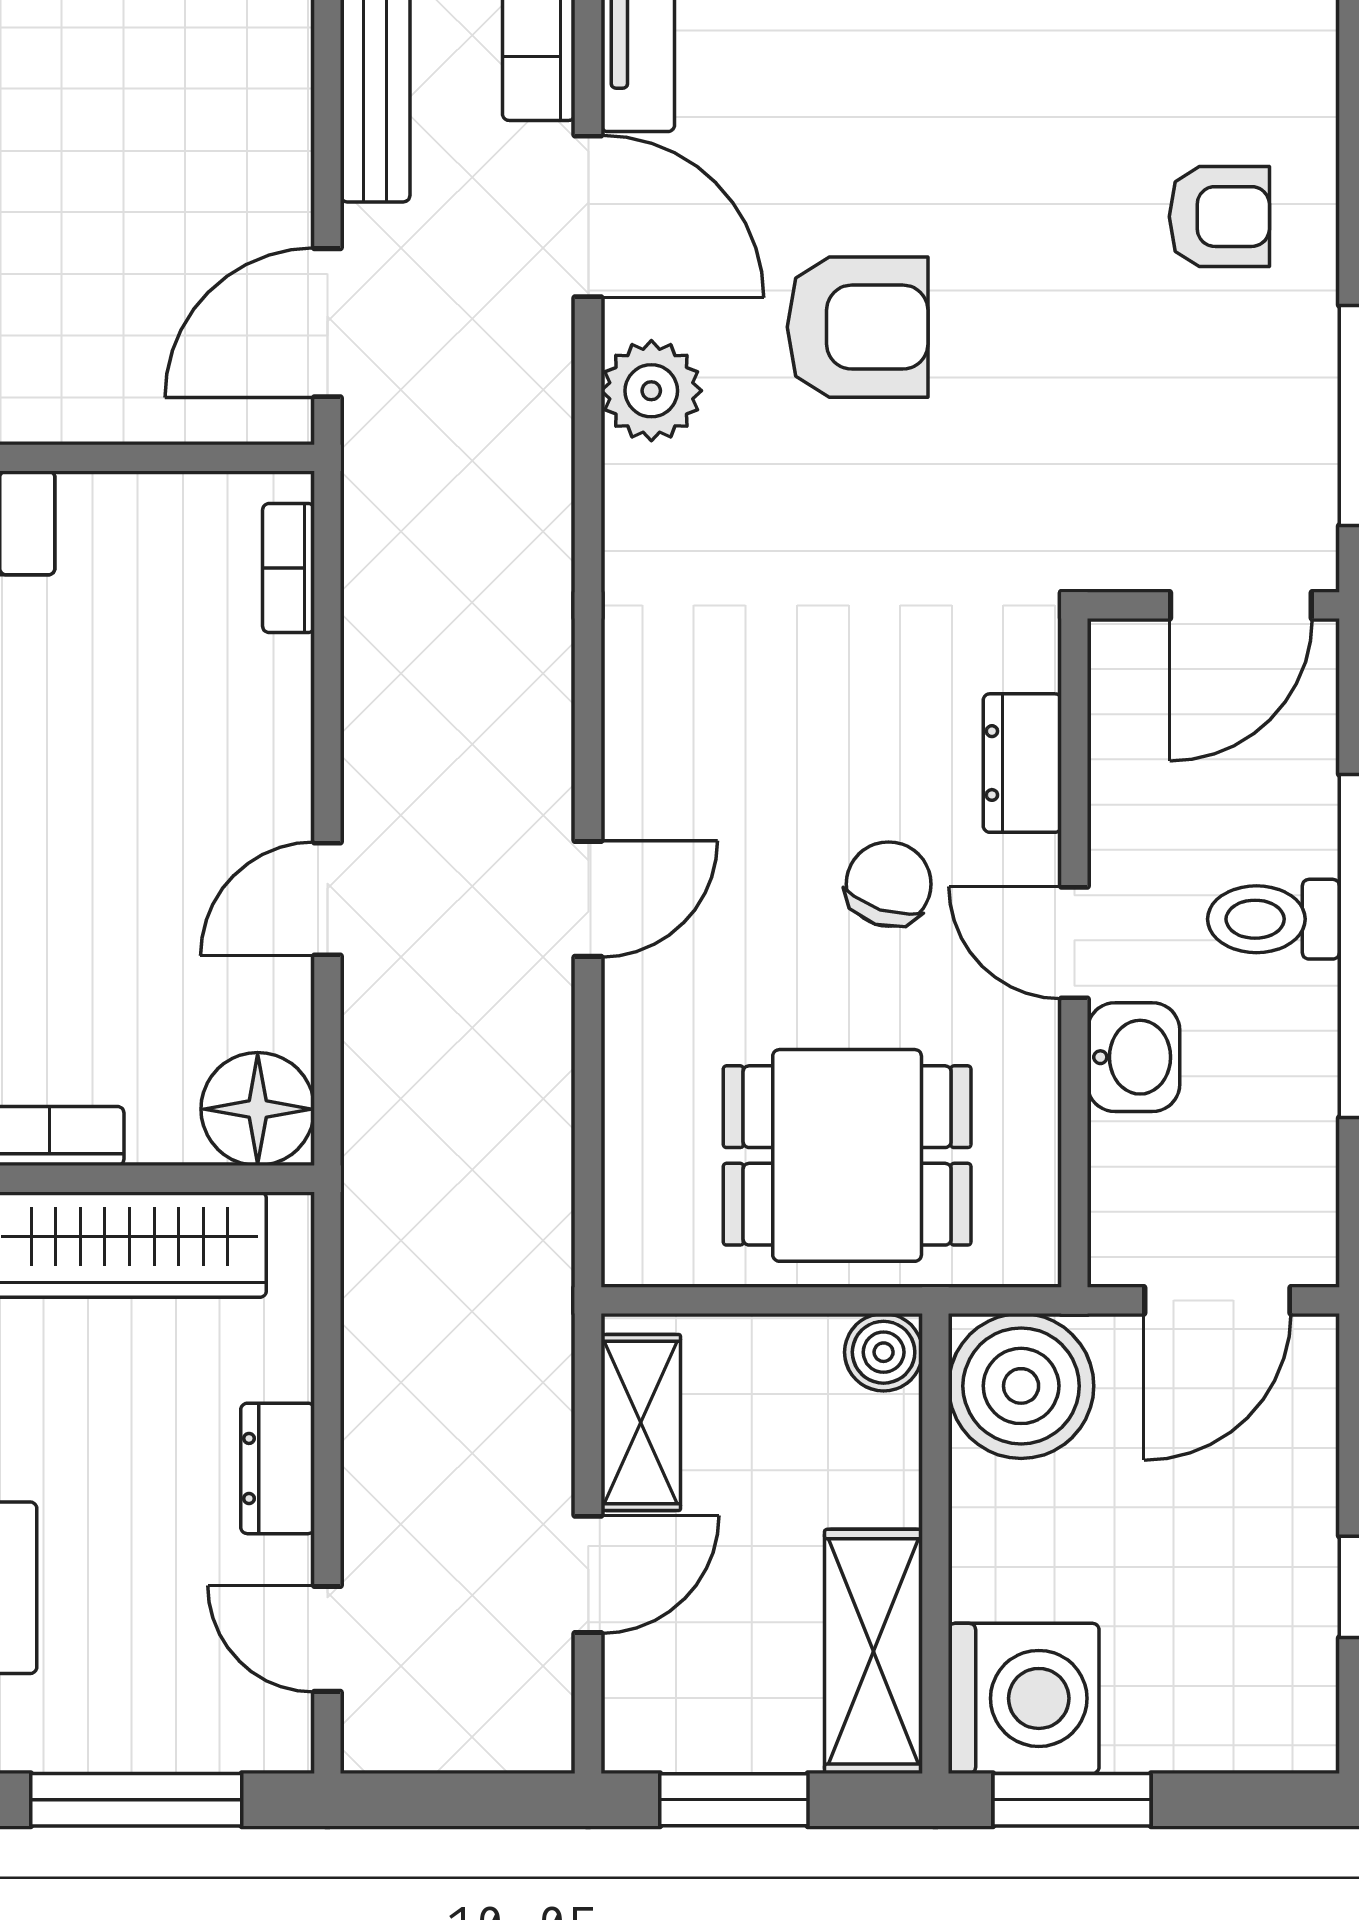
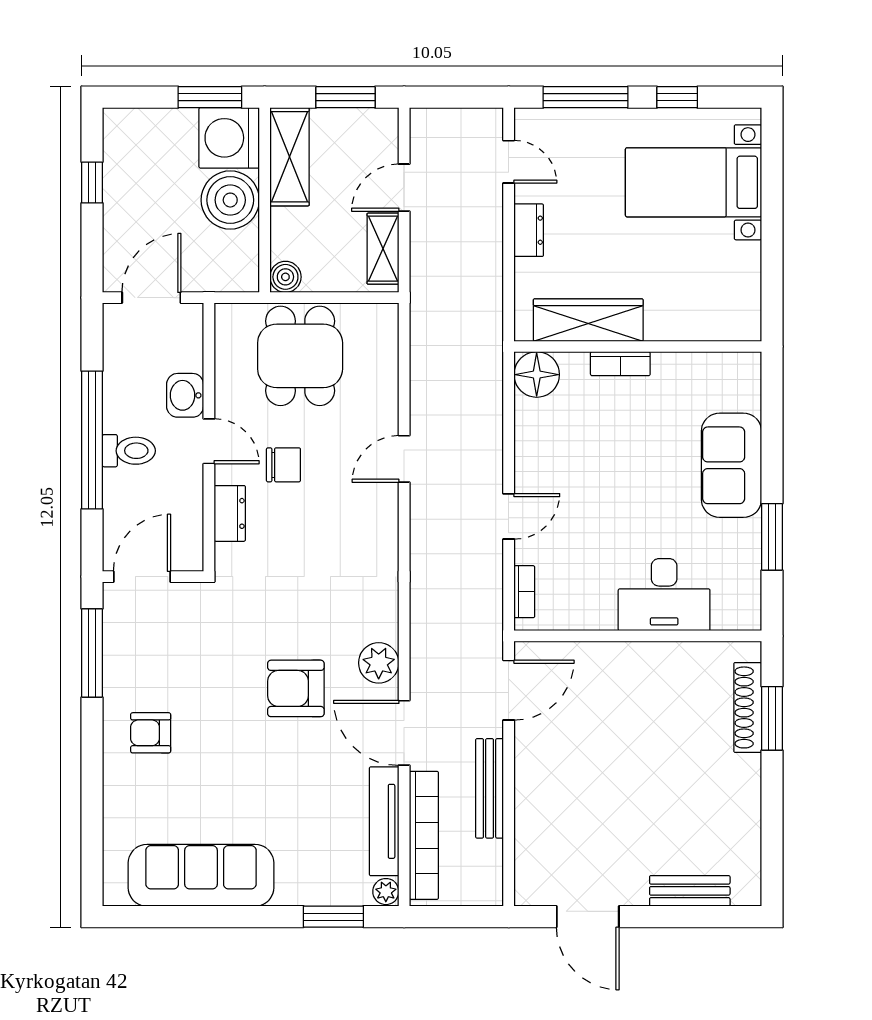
chair: (889, 884) -> (283, 465), turned -108
door: (327, 899) -> (509, 516), moved
dining table: (847, 1155) -> (300, 356), turned 90
boiler: (1021, 1386) -> (230, 200), moved

